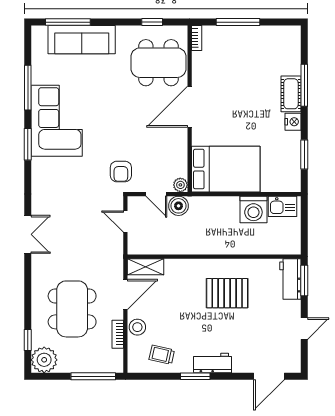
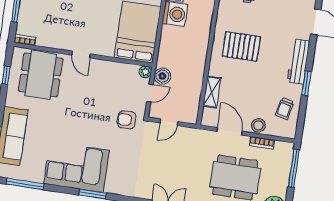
window: (28, 88) -> (25, 184), moved
door: (190, 107) -> (81, 54), width x0.53
armchair: (121, 171) -> (127, 120), turned 180
shelving: (145, 267) -> (212, 92), moved
pallet: (227, 293) -> (241, 46), turned 90
workbench: (212, 363) -> (299, 61), width x1.38

